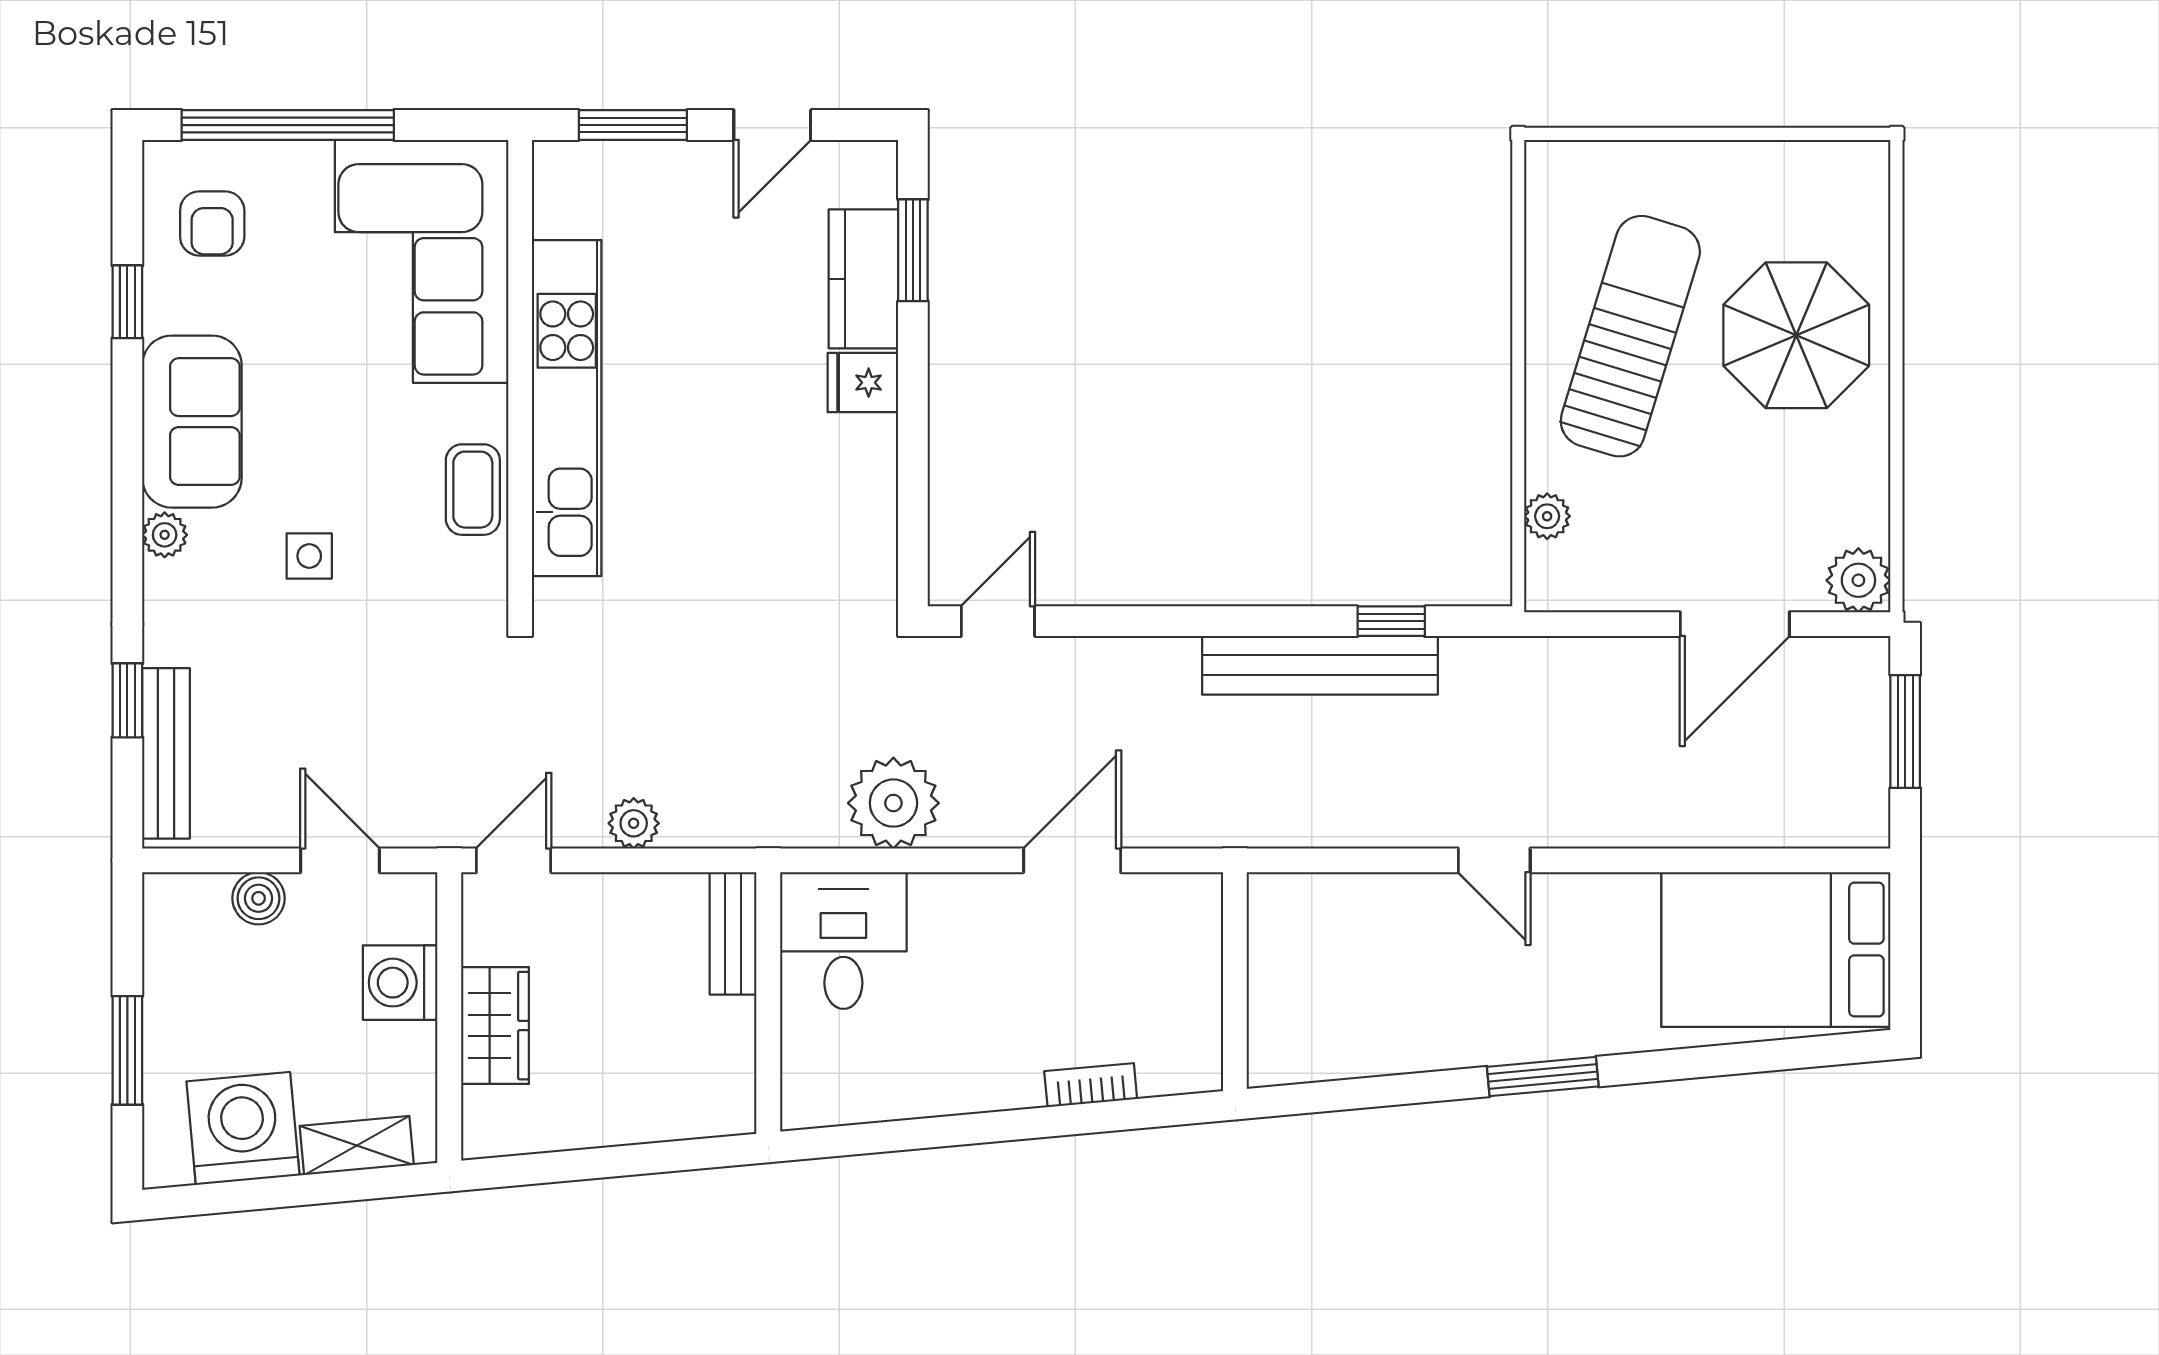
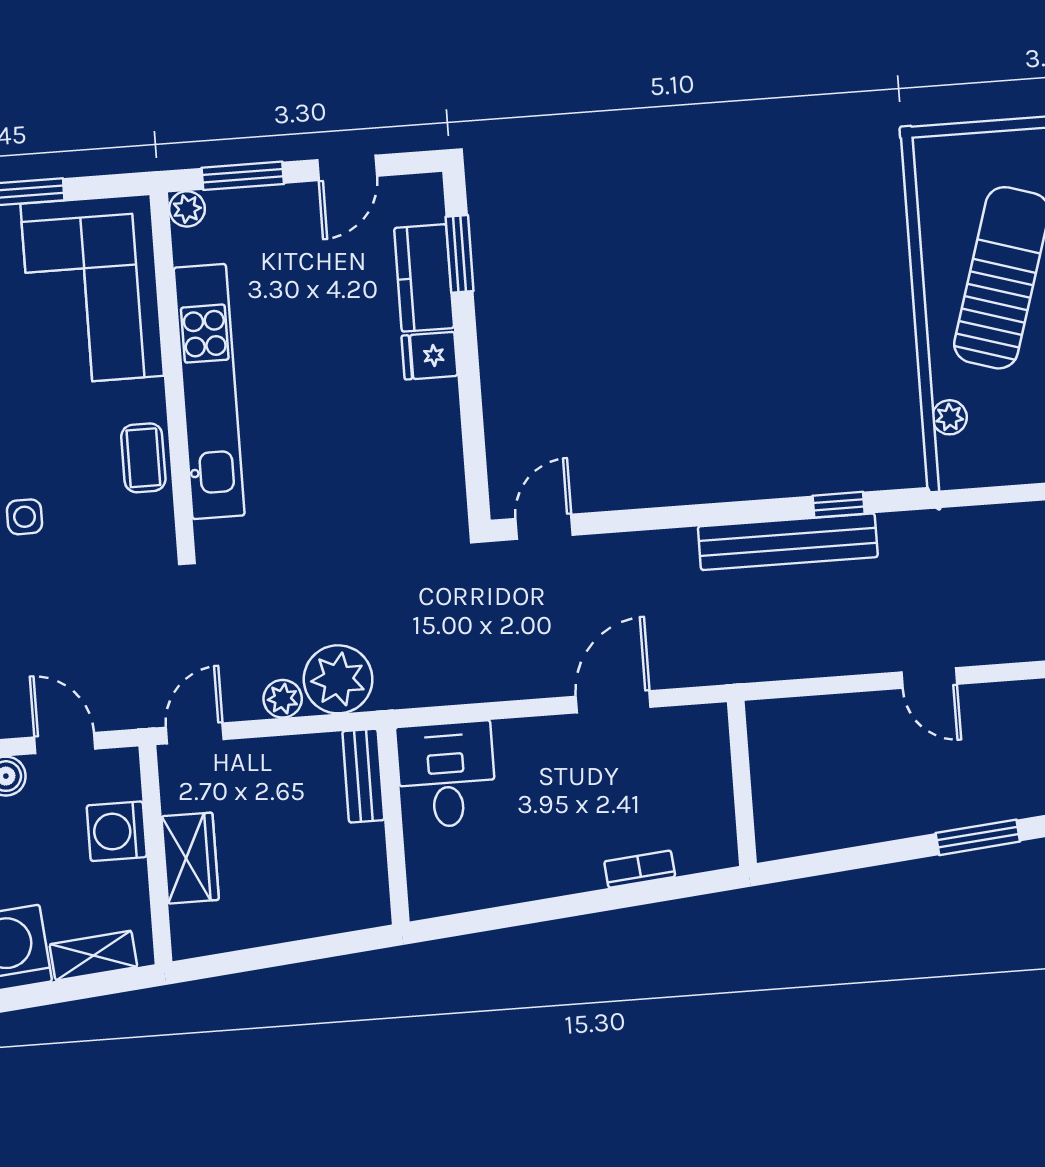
plant: (556, 163) -> (187, 209), added
plant: (893, 803) -> (338, 679), moved

